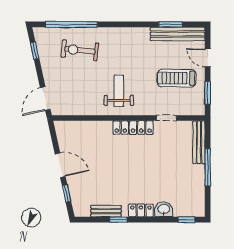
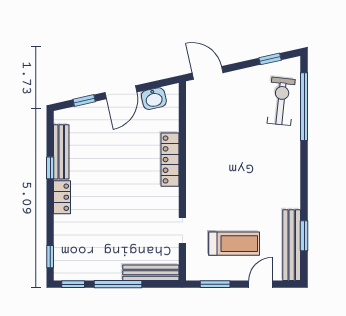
exercise bike: (80, 50) -> (281, 101), moved
treadmill: (177, 78) -> (234, 244), turned 90
weight bench: (119, 91) -> (218, 169), removed
locker: (133, 127) -> (170, 160), moved
window: (208, 202) -> (73, 284), added
washbasin: (164, 209) -> (154, 99), moved, turned 77
bench: (106, 211) -> (61, 152), width x1.36

